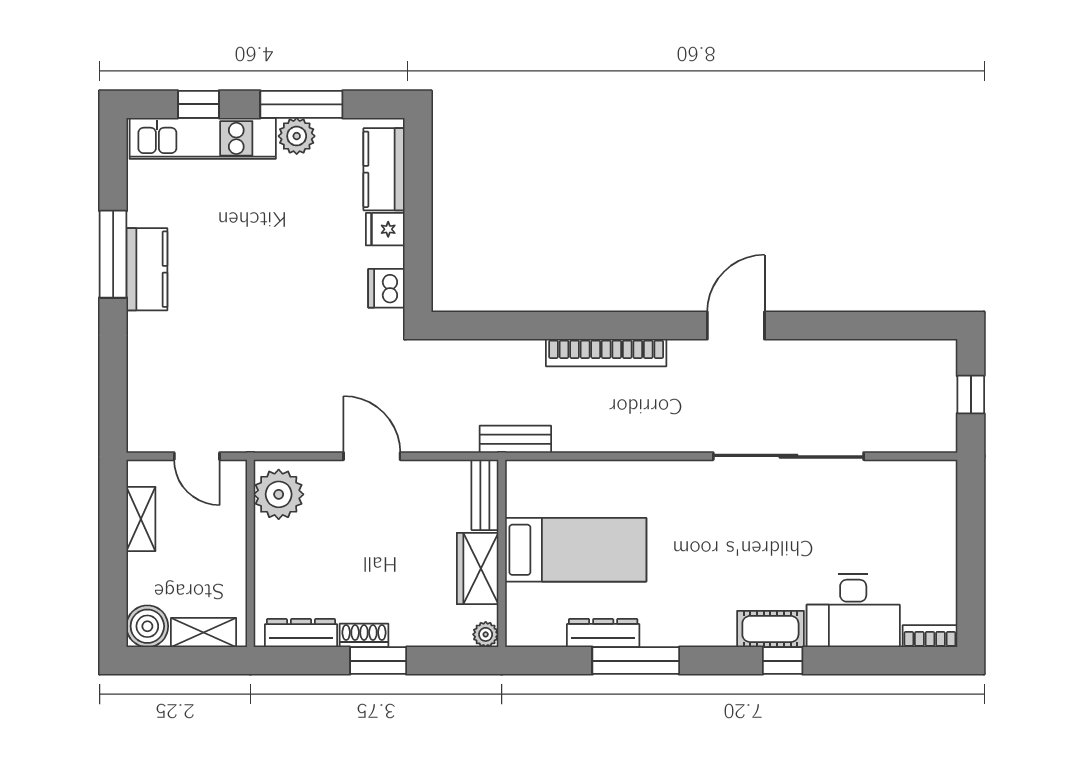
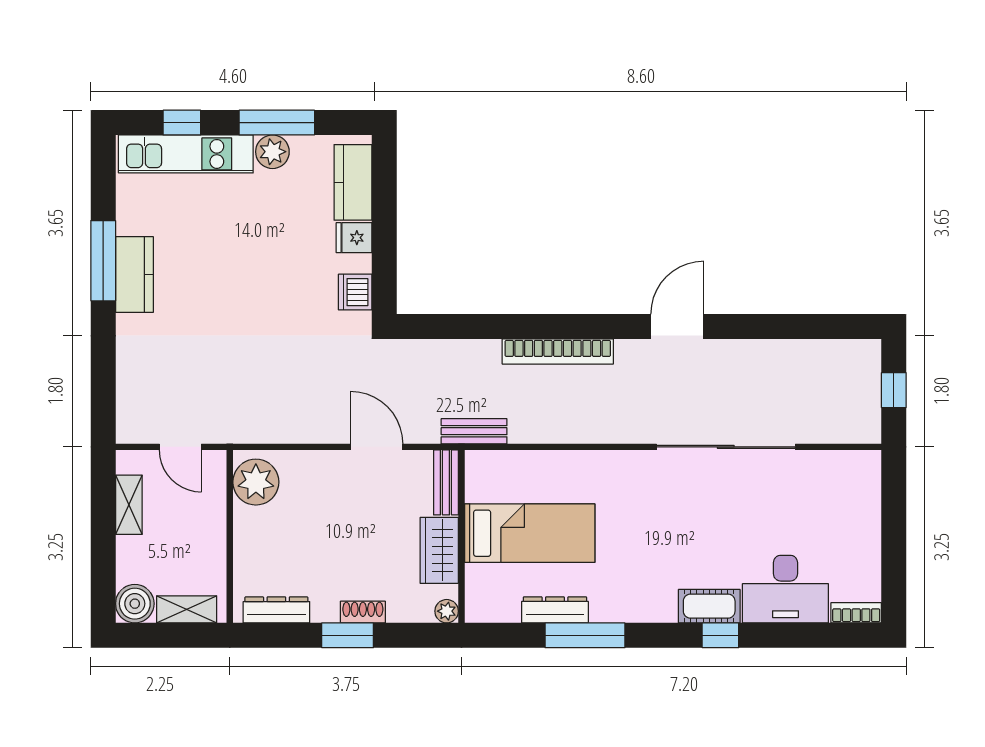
door: (372, 456) -> (377, 447), moved
shoe rack: (364, 635) -> (363, 612), moved

